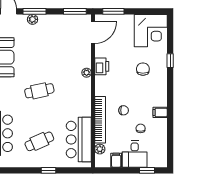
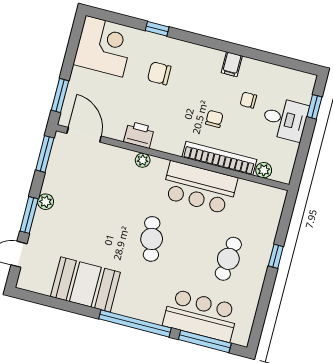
plant: (33, 19) -> (46, 202), moved
bar counter: (79, 140) -> (200, 188), moved
cafe table: (39, 141) -> (228, 259), turned 30
filing cabinet: (116, 160) -> (287, 150), removed

